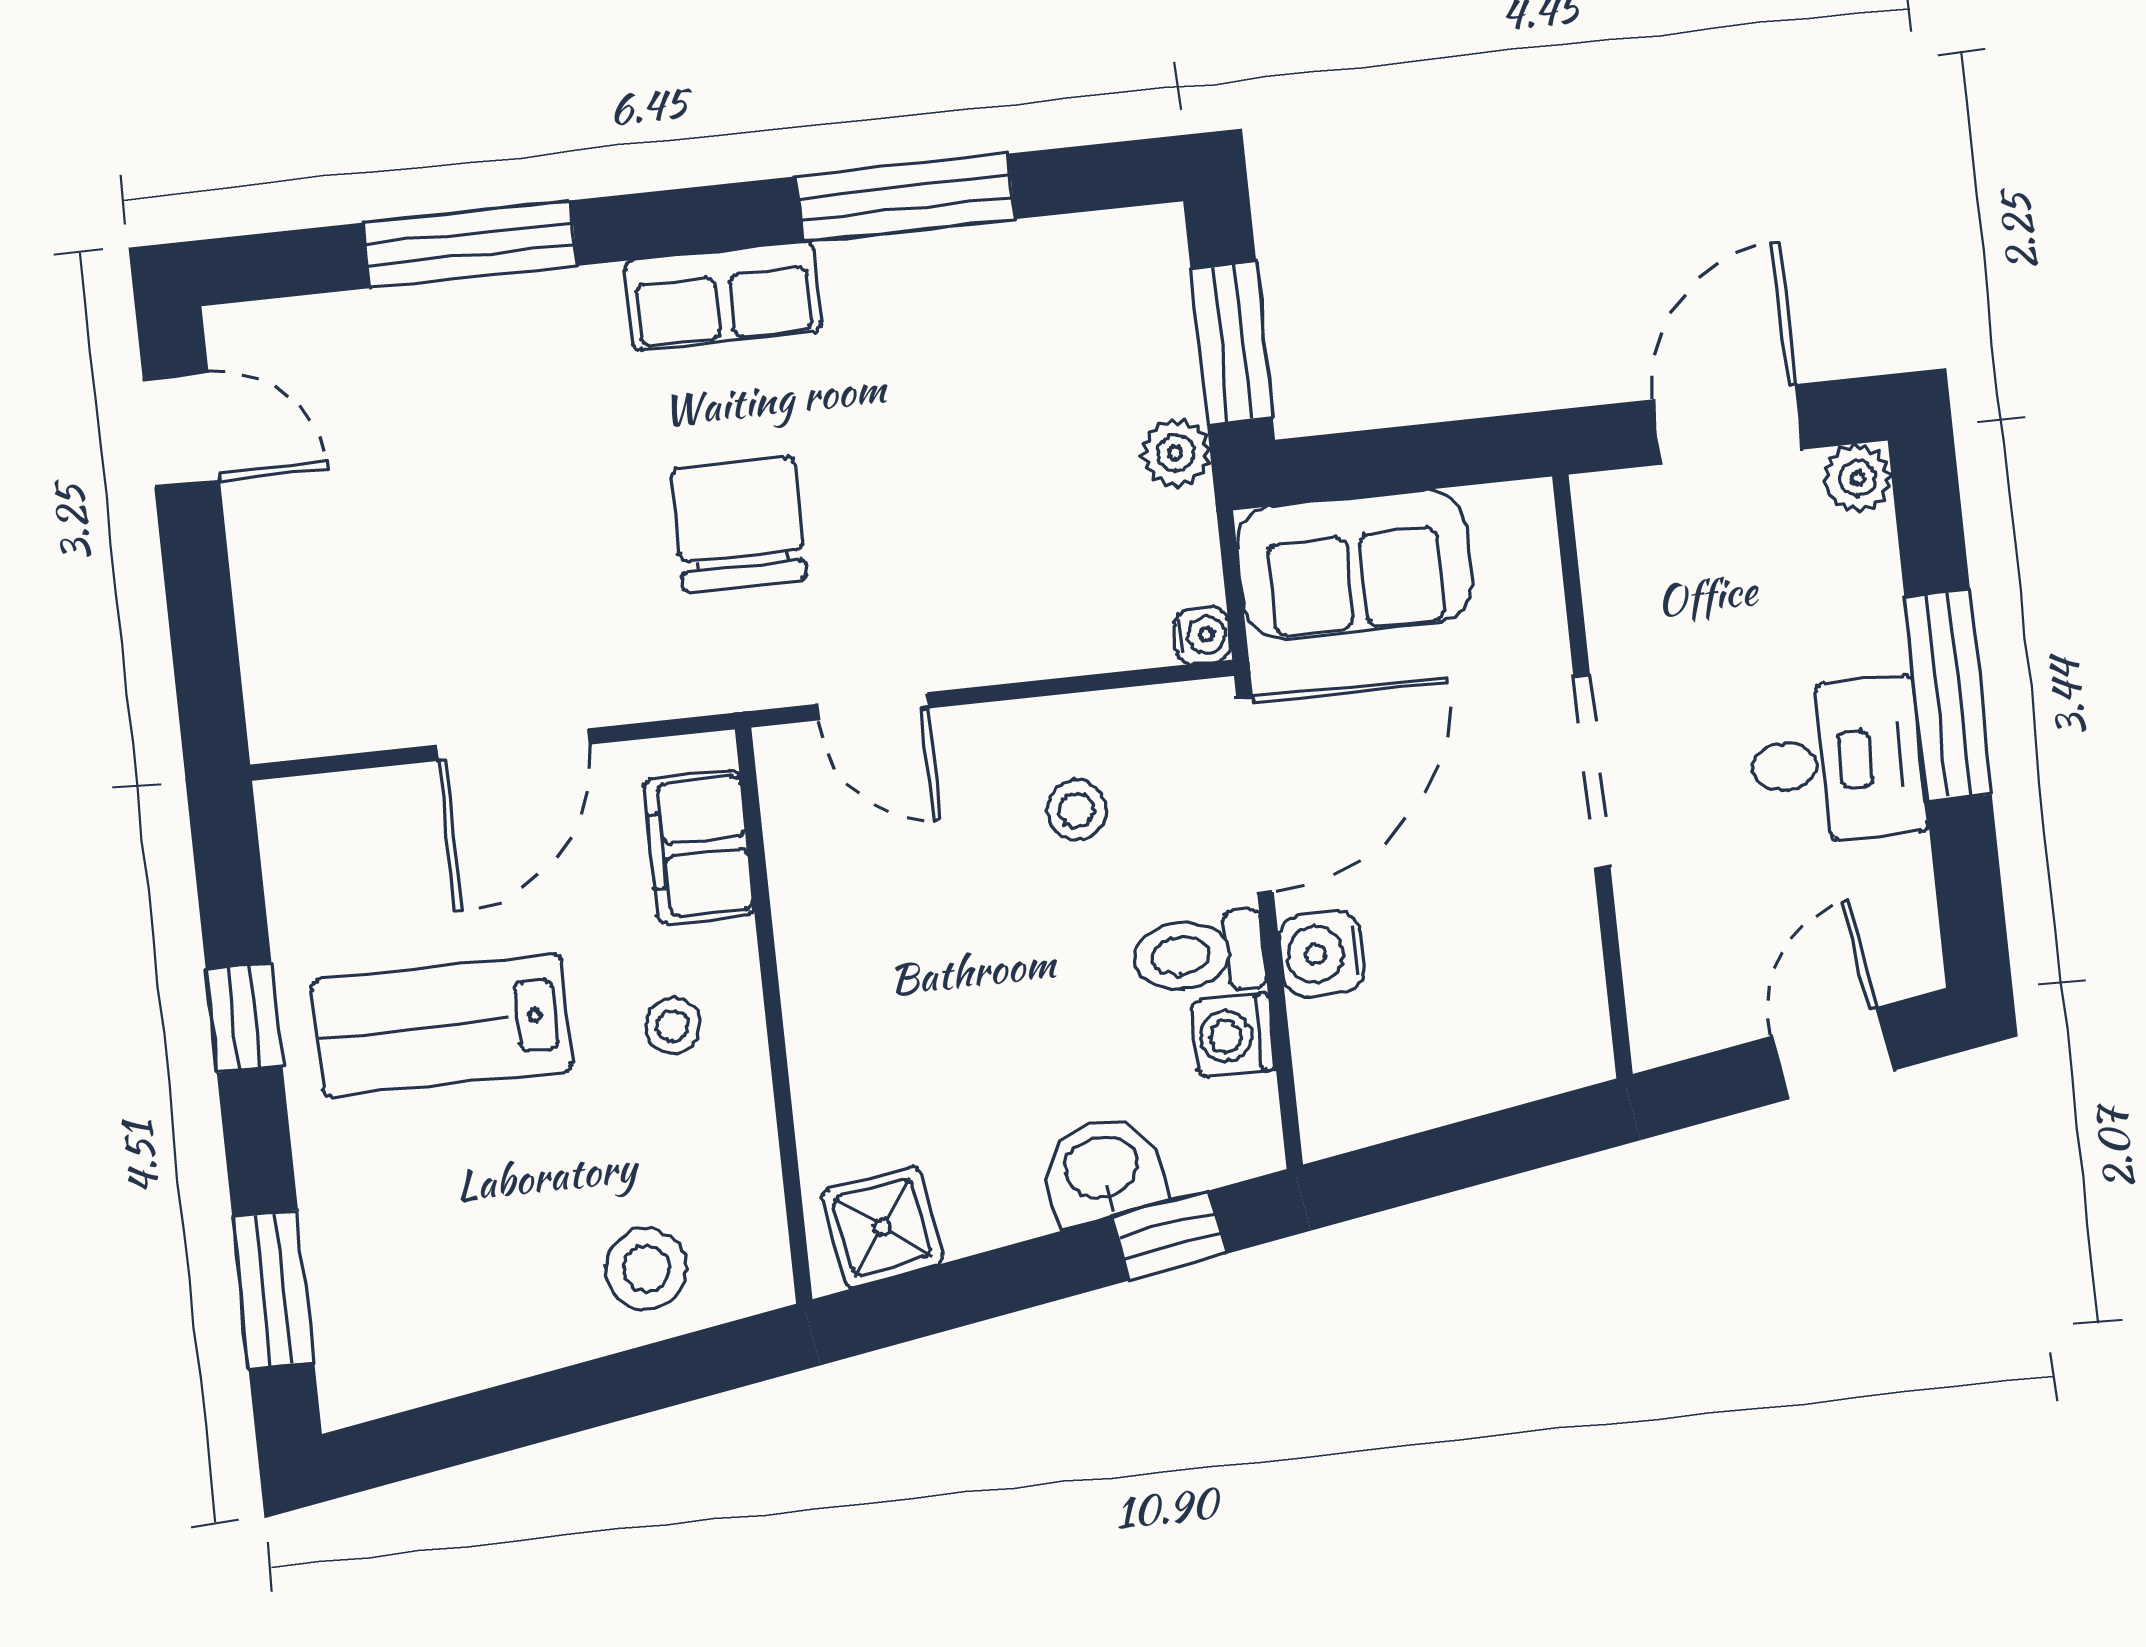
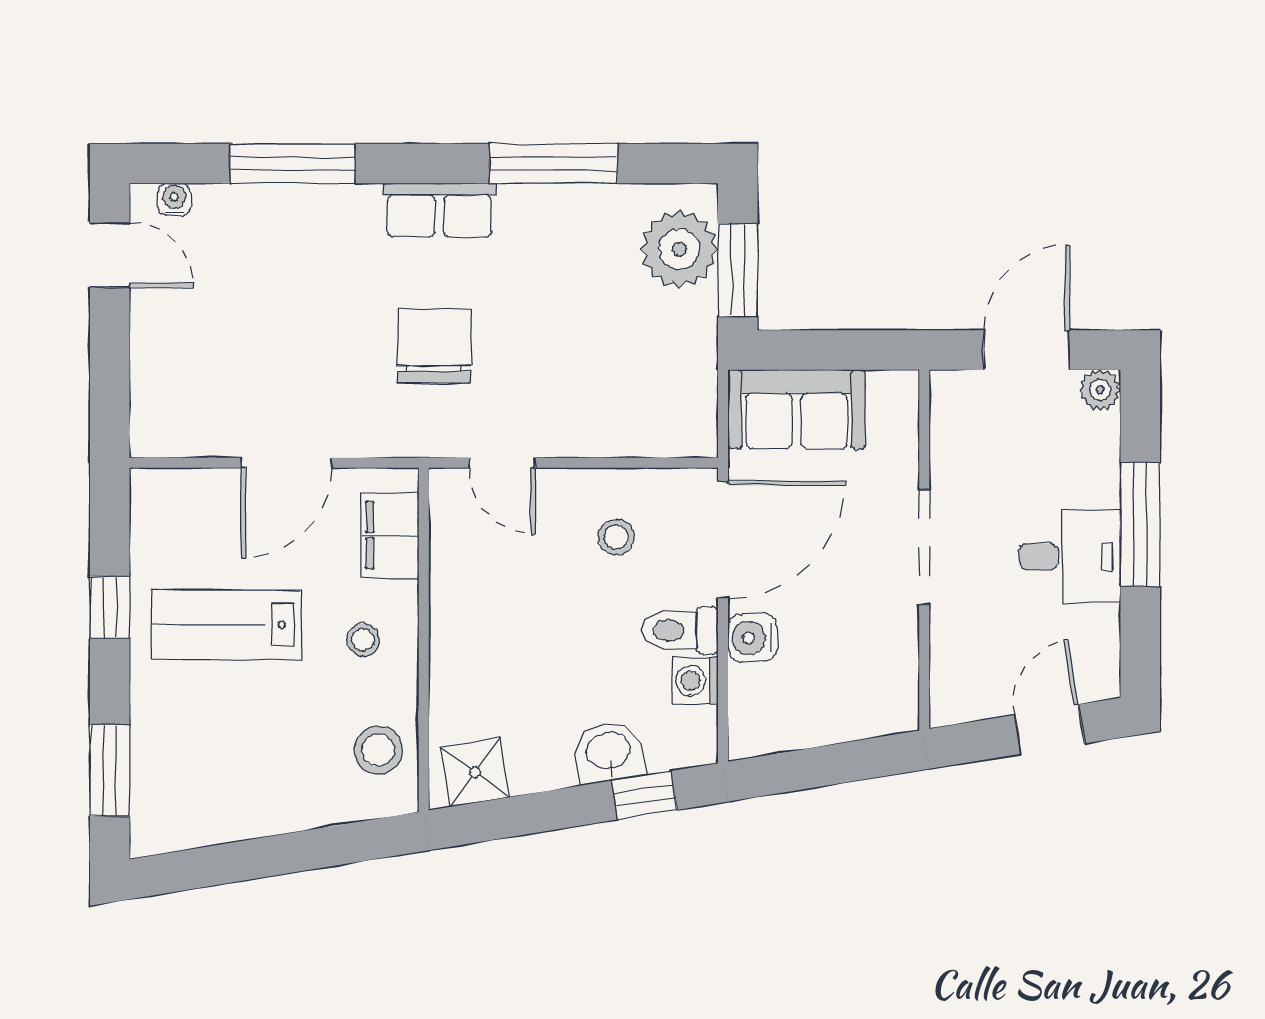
plant: (1175, 453) -> (679, 249), moved, width x1.88, depth x1.88
water cooler: (1202, 635) -> (174, 199), moved, turned -90
stool: (646, 1269) -> (378, 750), moved

